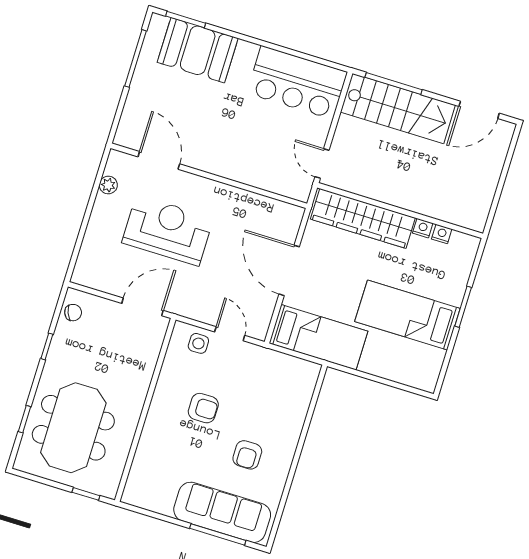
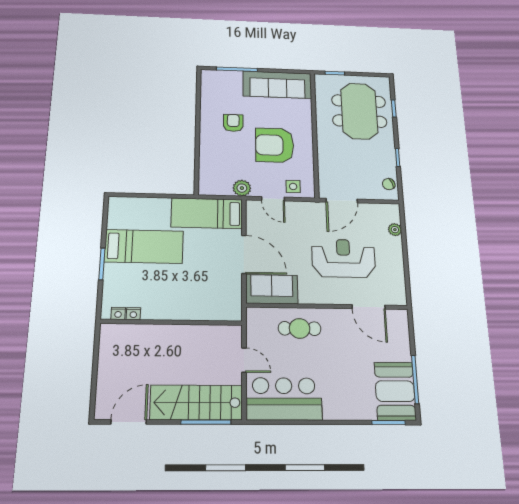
booth: (198, 50) -> (395, 391), moved, turned 90
cafe table: (252, 159) -> (300, 328), added
door: (322, 163) -> (244, 360), moved
plant: (108, 185) -> (395, 230), moved
sofa: (269, 216) -> (272, 289), added
wardrobe: (363, 218) -> (199, 308), removed
nightstand: (423, 228) -> (118, 313), moved
reception desk: (168, 230) -> (344, 258), turned 180
plant: (264, 359) -> (242, 188), added
armchair: (203, 408) -> (275, 145), width x1.88, depth x1.88
sofa: (222, 512) -> (277, 85), moved

